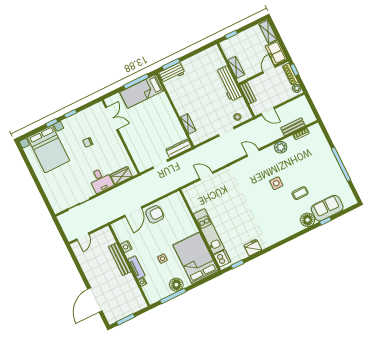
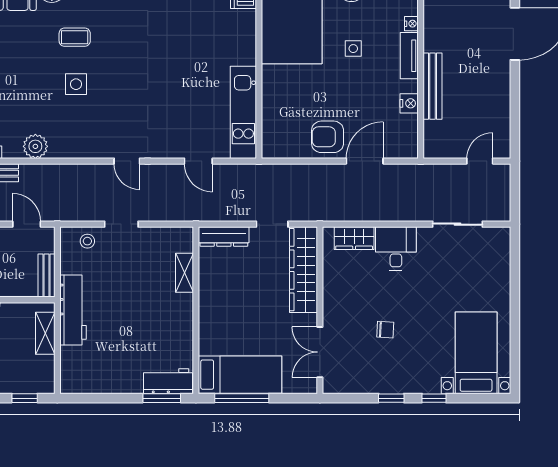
bed with nightstands: (49, 149) -> (476, 353), width x0.73
wardrobe: (137, 151) -> (303, 270), added
door: (253, 153) -> (127, 161), moved
coffee table: (300, 193) -> (75, 37), moved
kitchen unit: (209, 231) -> (243, 112), moved

